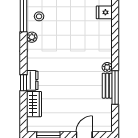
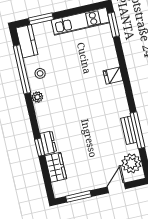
fridge: (104, 12) -> (113, 76), moved
plant: (107, 67) -> (131, 163), moved, width x1.88, depth x1.88

